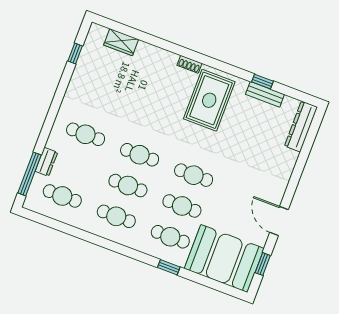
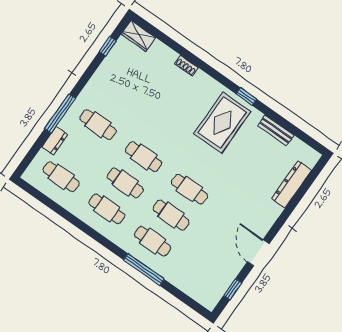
wardrobe: (121, 42) -> (138, 36), moved
shoe rack: (189, 64) -> (186, 66), moved
window: (262, 82) -> (246, 96), moved
dresser: (301, 126) -> (292, 184), moved
window: (30, 174) -> (60, 114), moved
booth: (224, 259) -> (198, 275), removed
window: (169, 267) -> (144, 270), width x2.17

